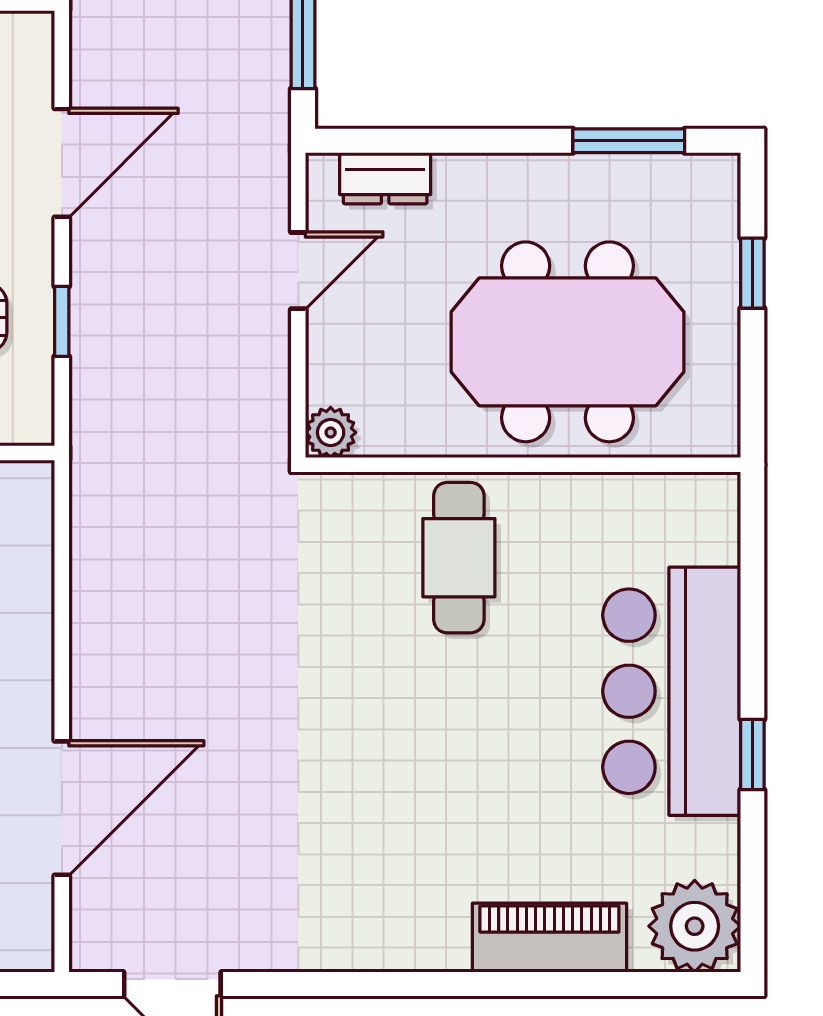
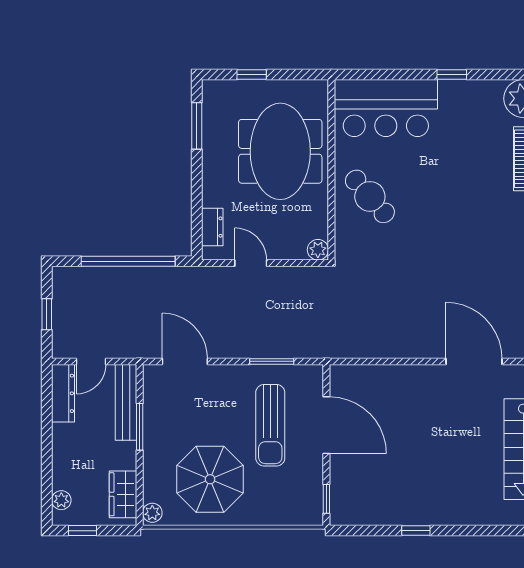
door: (62, 163) -> (185, 361), moved
window: (62, 321) -> (272, 361), width x1.50
cafe table: (459, 558) -> (370, 196), turned 49
bar counter: (672, 691) -> (386, 108), moved

